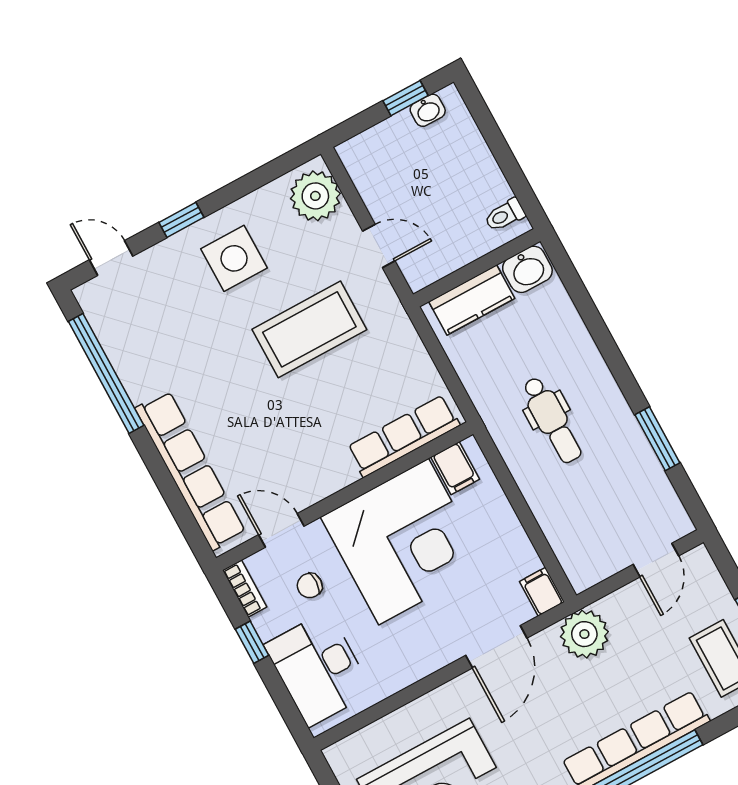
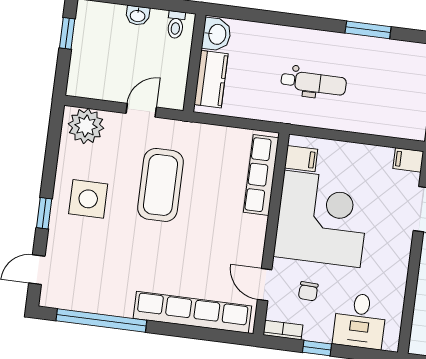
washbasin: (428, 110) -> (138, 16), moved, turned 90
door: (281, 530) -> (265, 285), hinge flipped
desk: (318, 669) -> (360, 321), width x0.73

